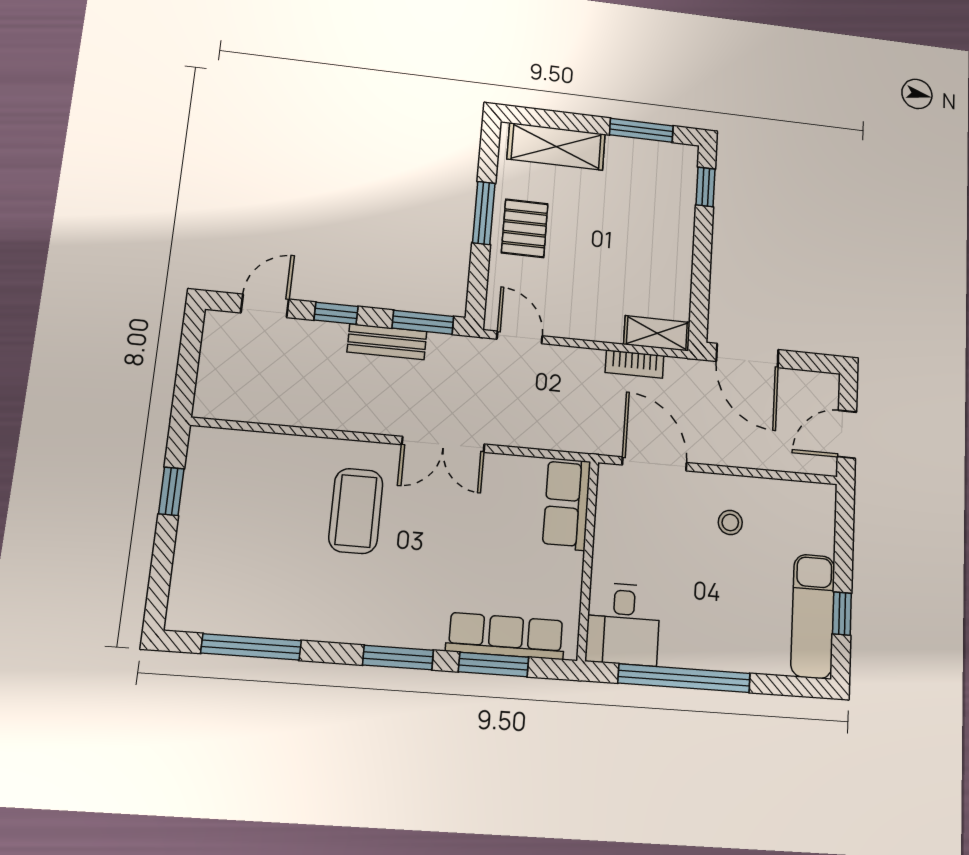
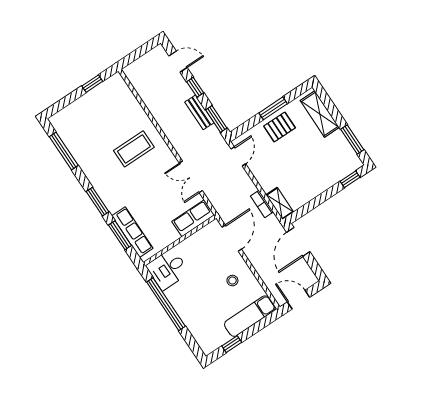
double door: (443, 444) -> (191, 177), moved
exam couch: (813, 616) -> (250, 316), moved

